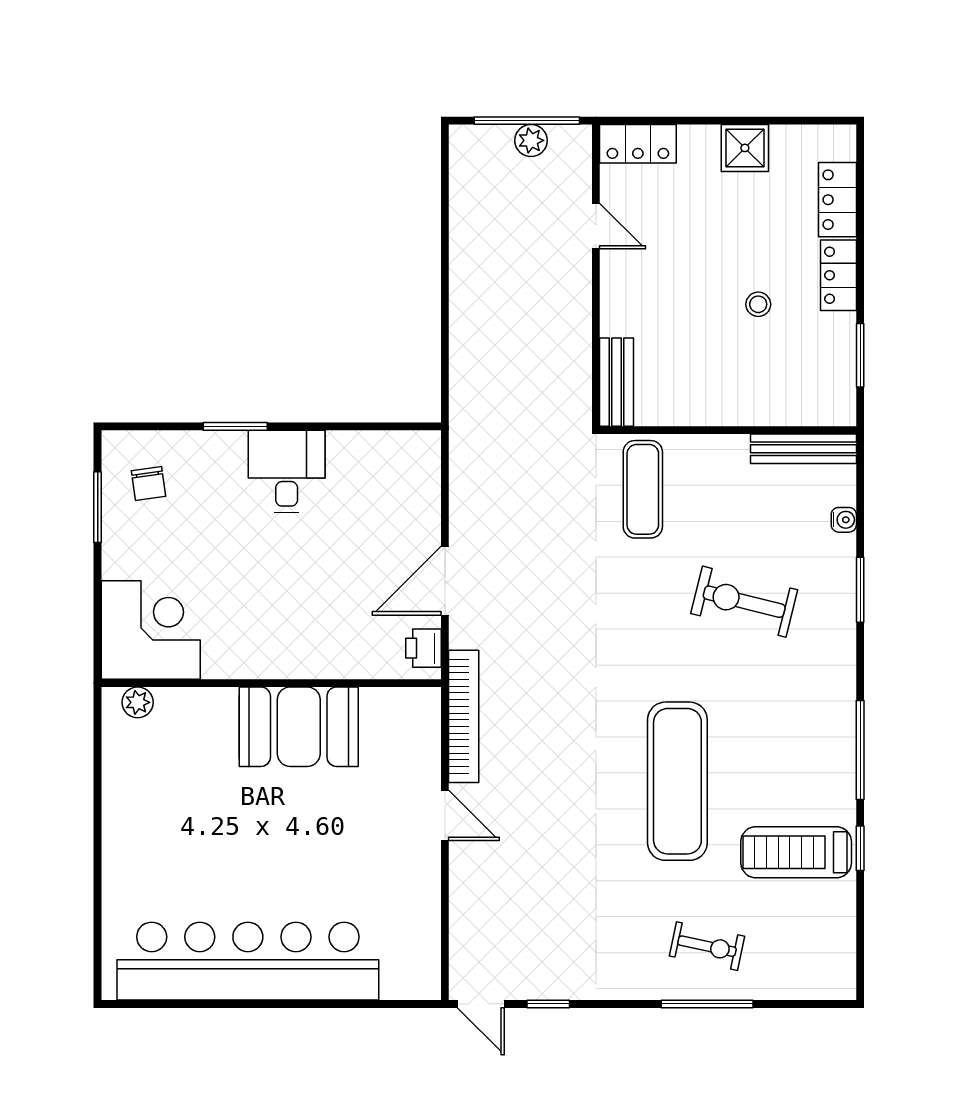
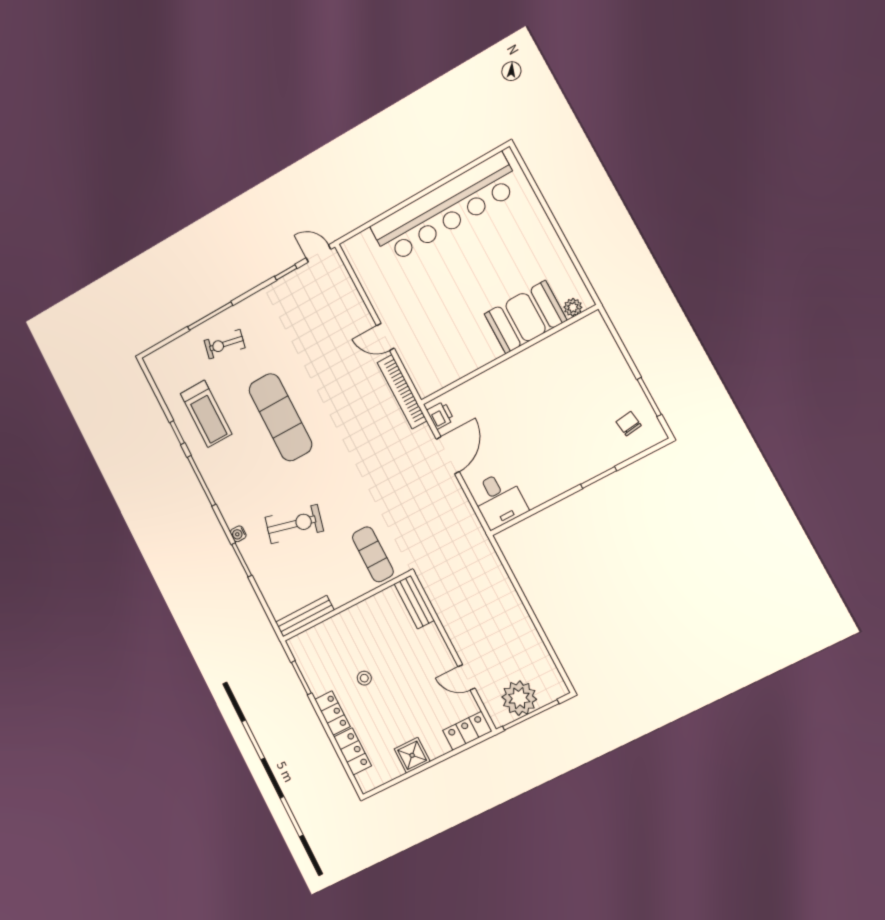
plant: (531, 140) -> (519, 698), width x1.88, depth x1.88
desk: (287, 472) -> (499, 500), moved
water cooler: (844, 520) -> (238, 534), moved
corner desk: (151, 630) -> (586, 348), removed
booth: (299, 727) -> (526, 317), moved
treadmill: (796, 852) -> (206, 414), turned 90

